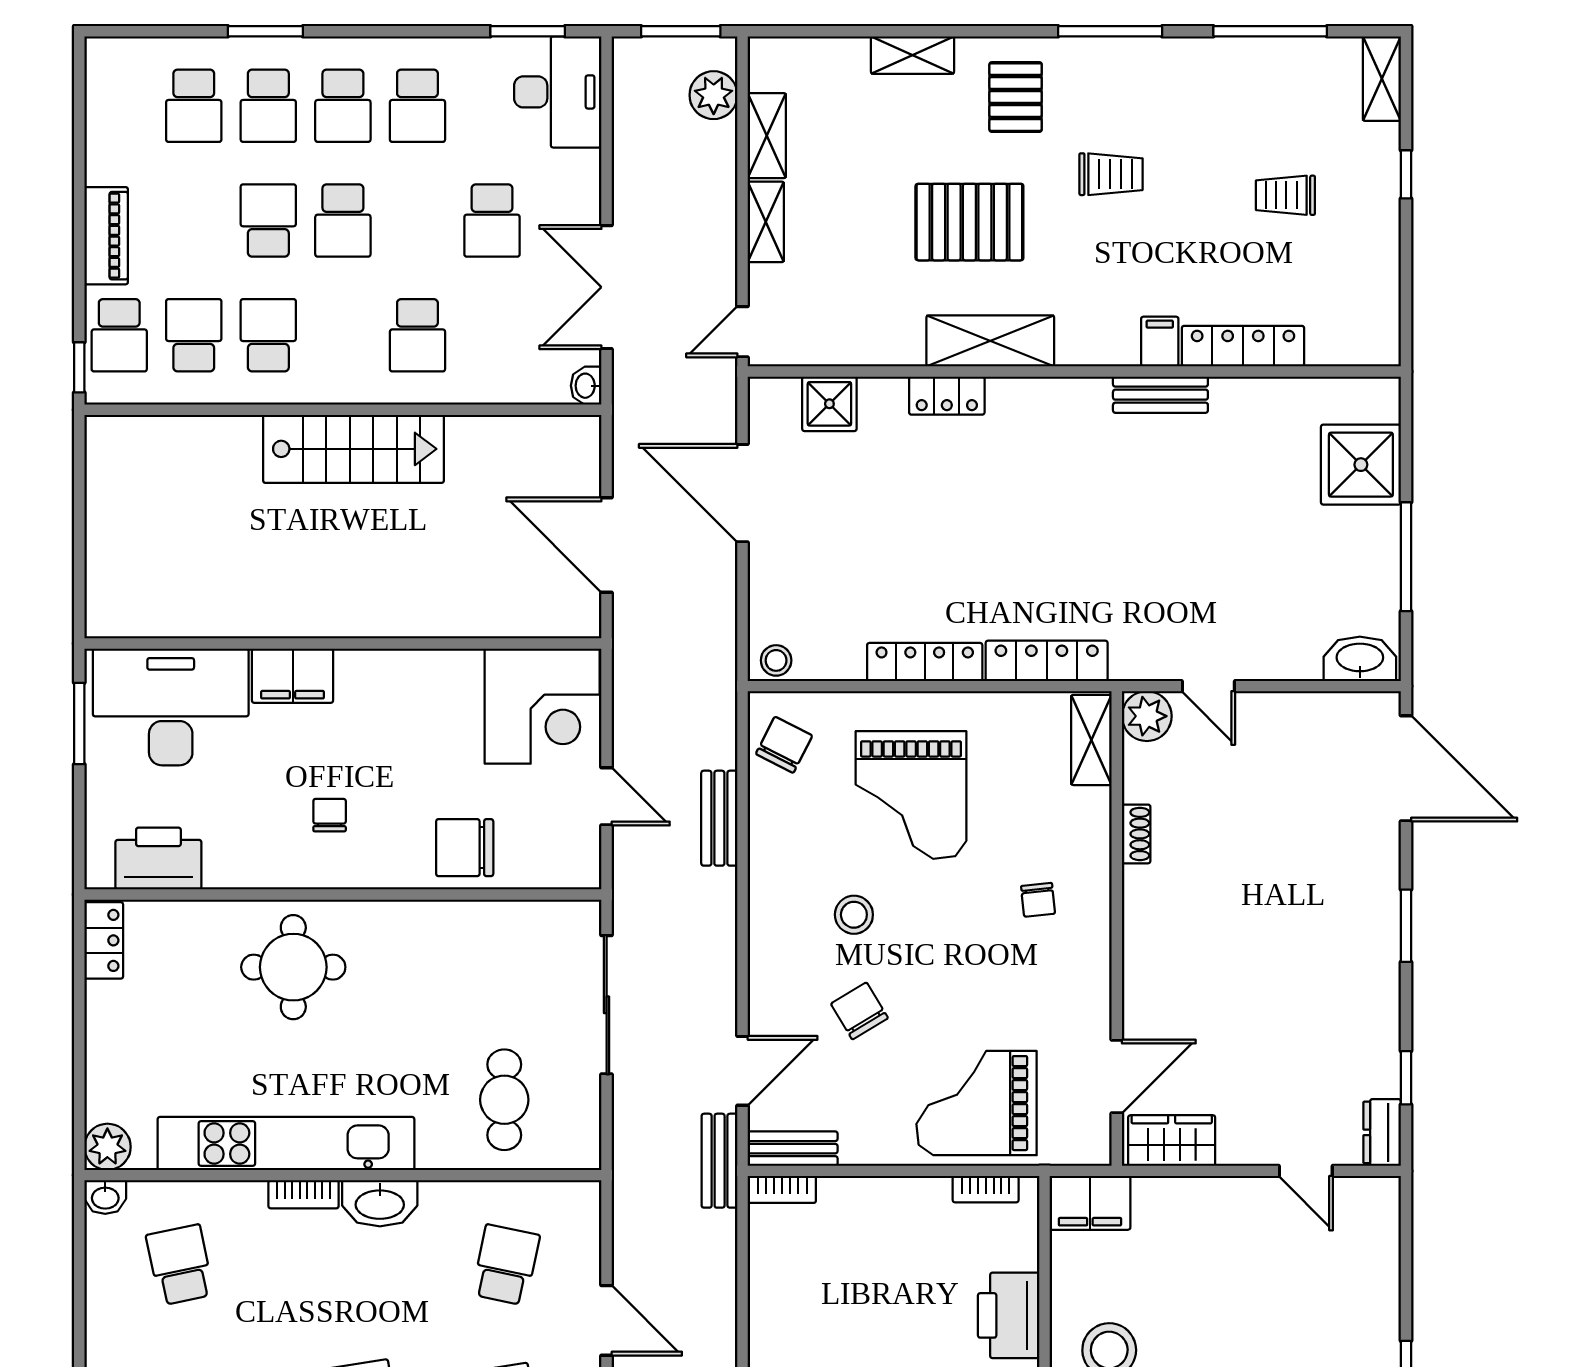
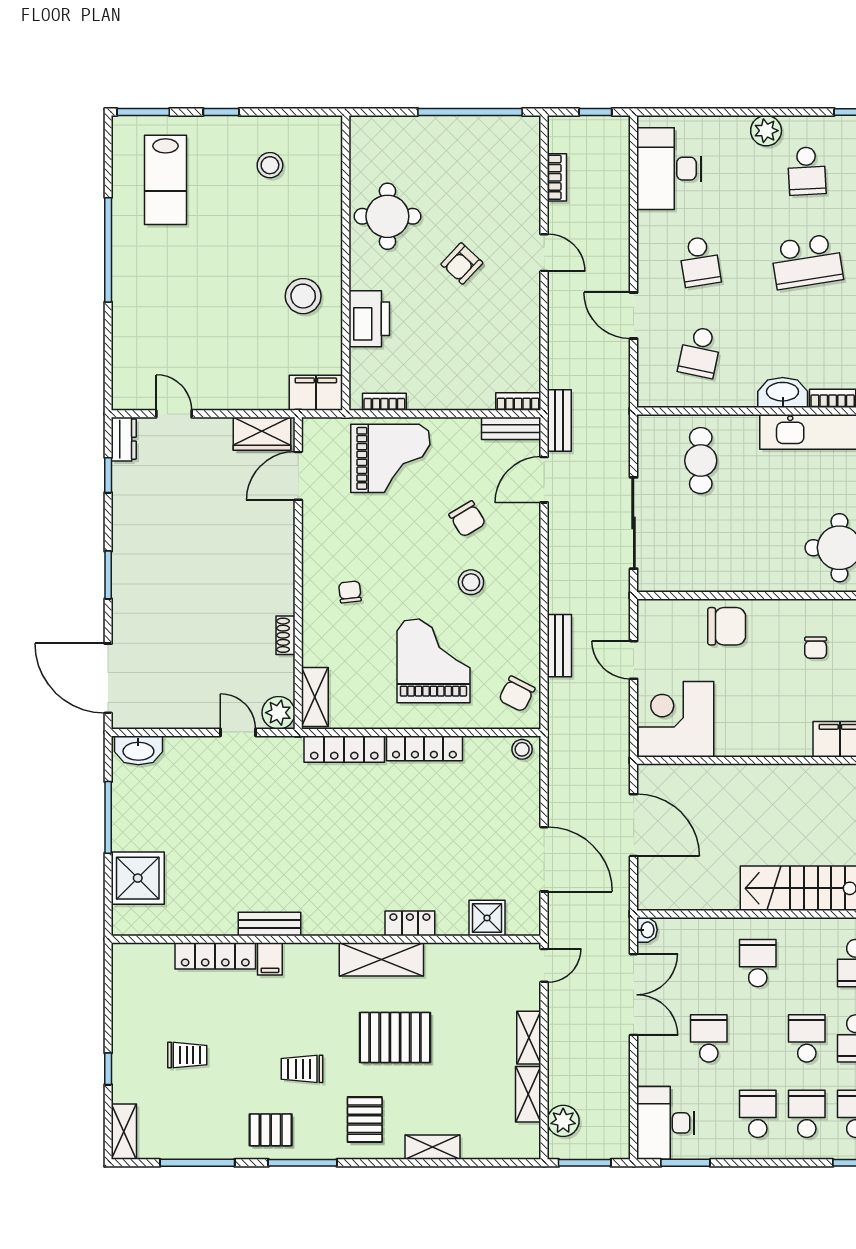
pallet: (1159, 81) -> (271, 1130), added

